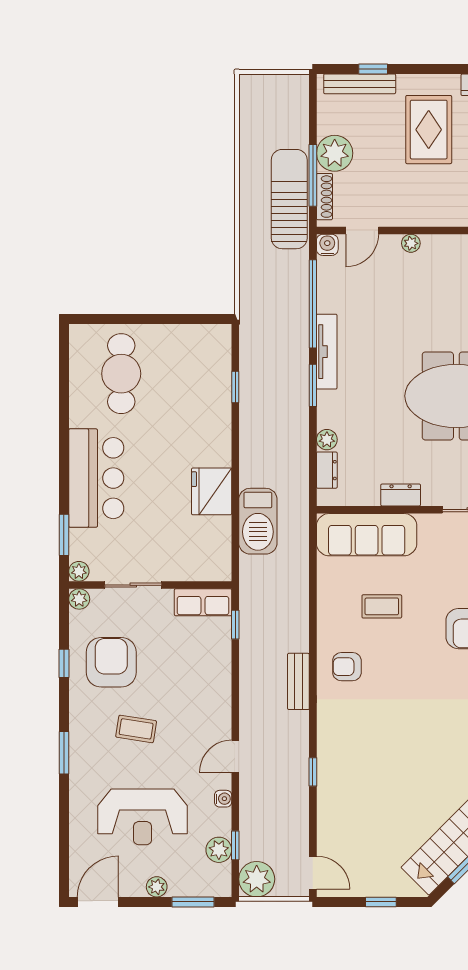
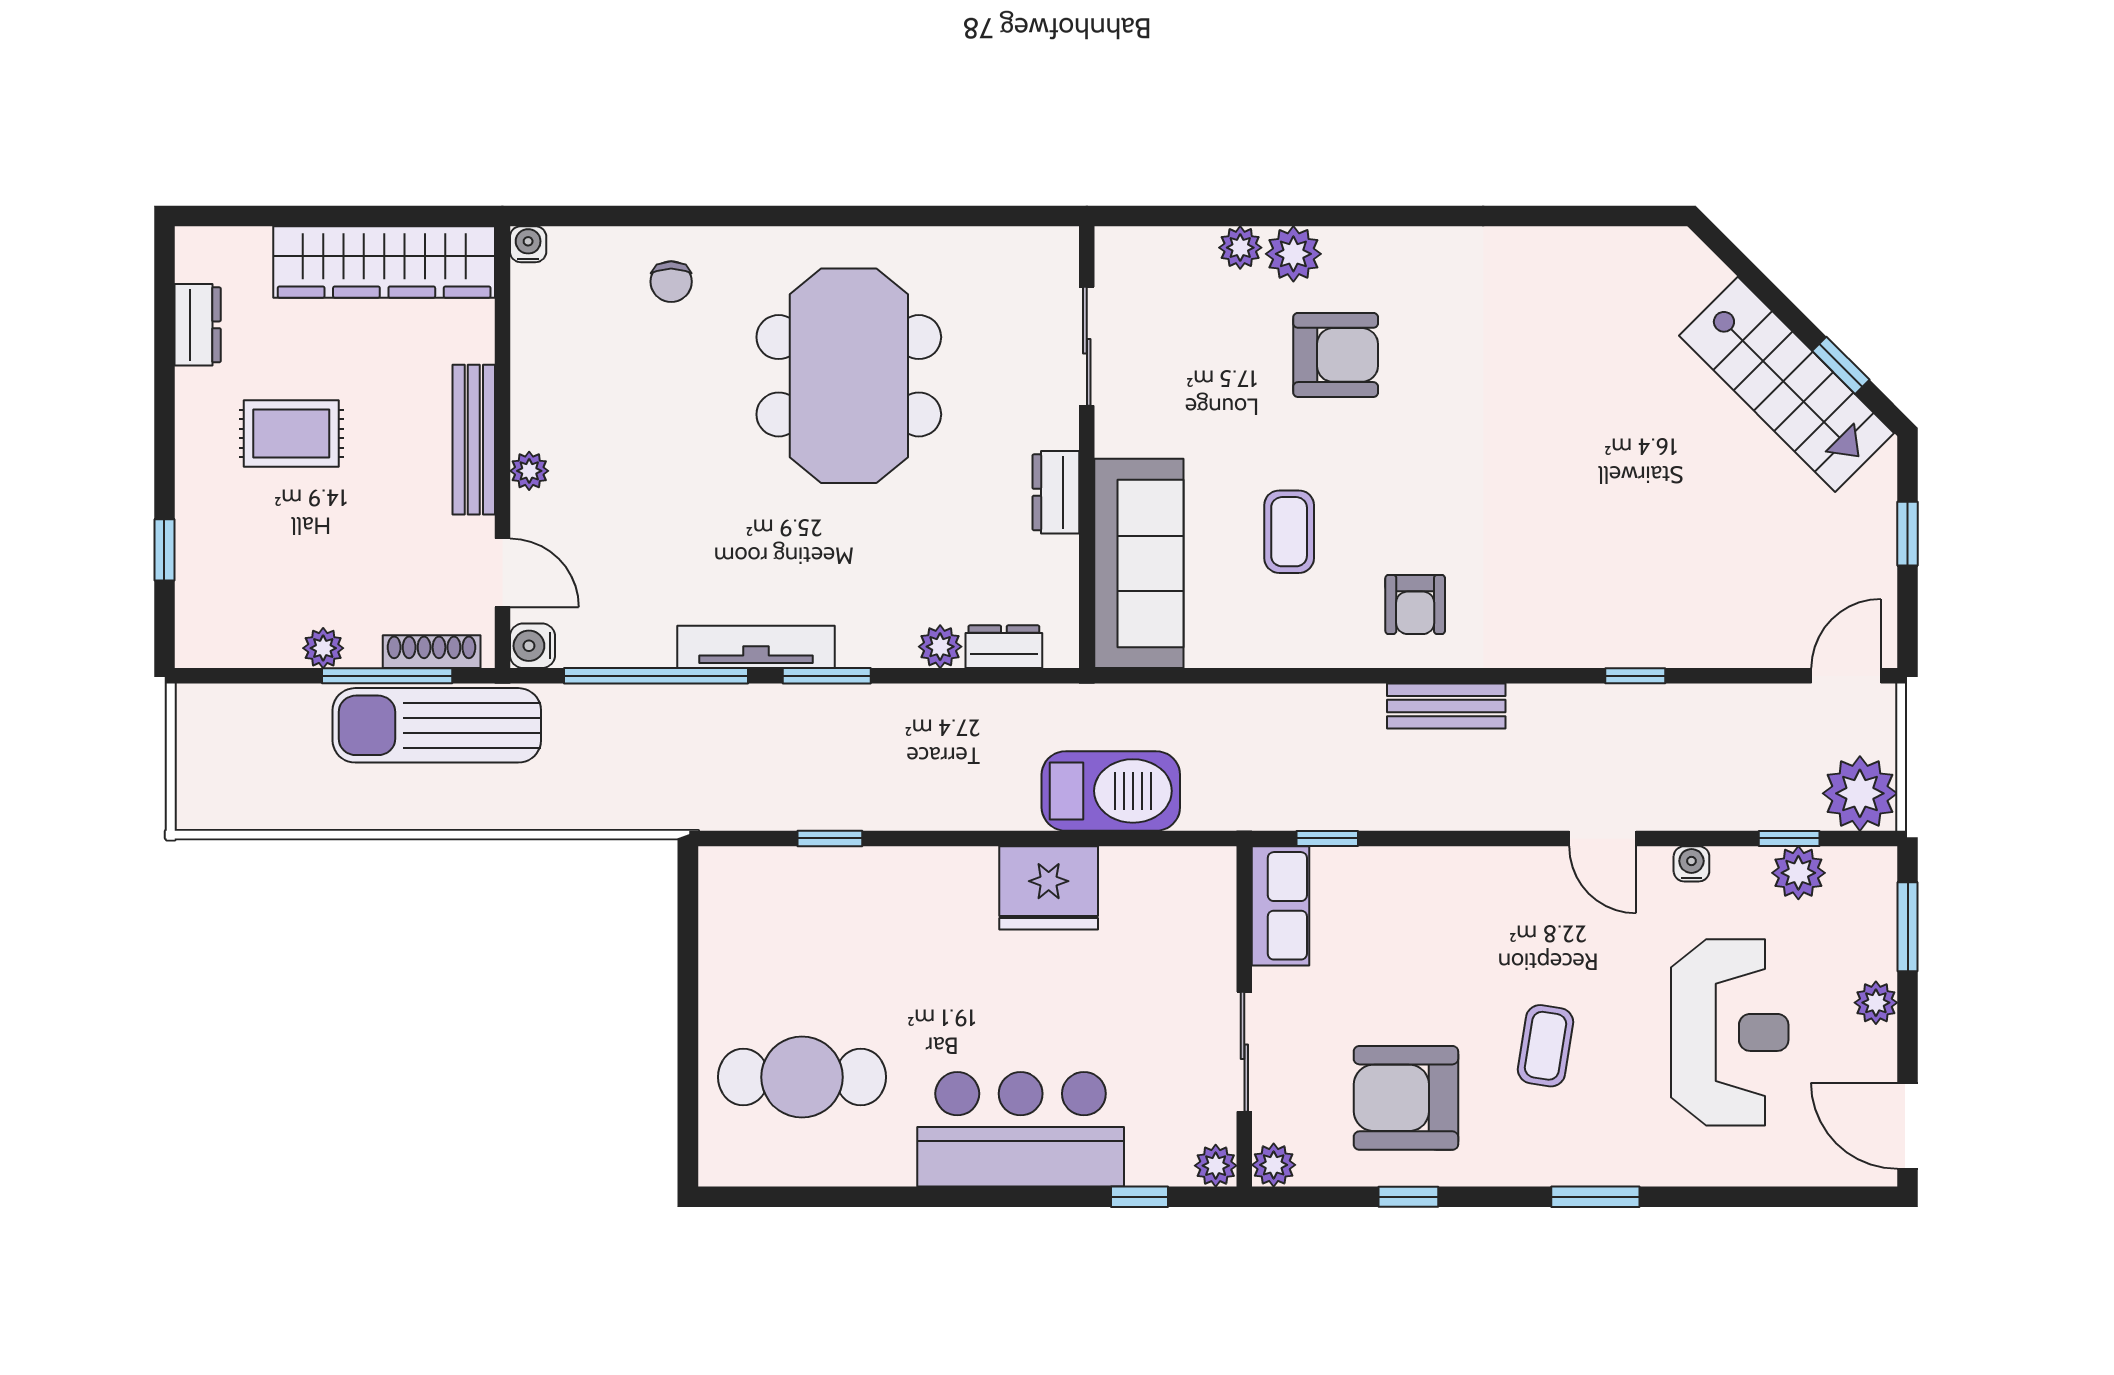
bench: (360, 84) -> (474, 440), moved
rug: (429, 130) -> (291, 434), width x0.73, depth x0.70
plant: (335, 153) -> (323, 648), width x0.53, depth x0.53
window: (64, 535) -> (1139, 1197), width x0.67

